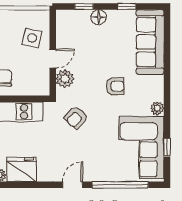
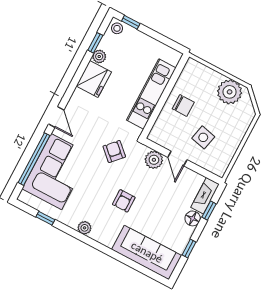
fireplace: (73, 17) -> (205, 196), added
side table: (32, 38) -> (203, 137), moved
corner sofa: (141, 148) -> (56, 172), moved, turned 90

